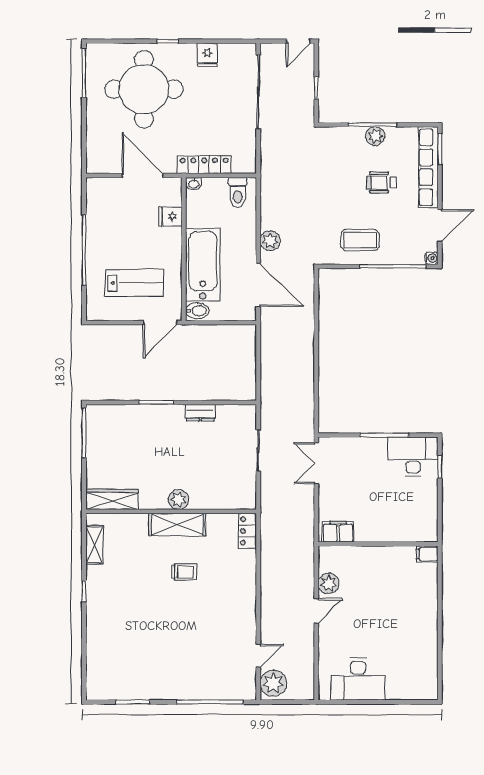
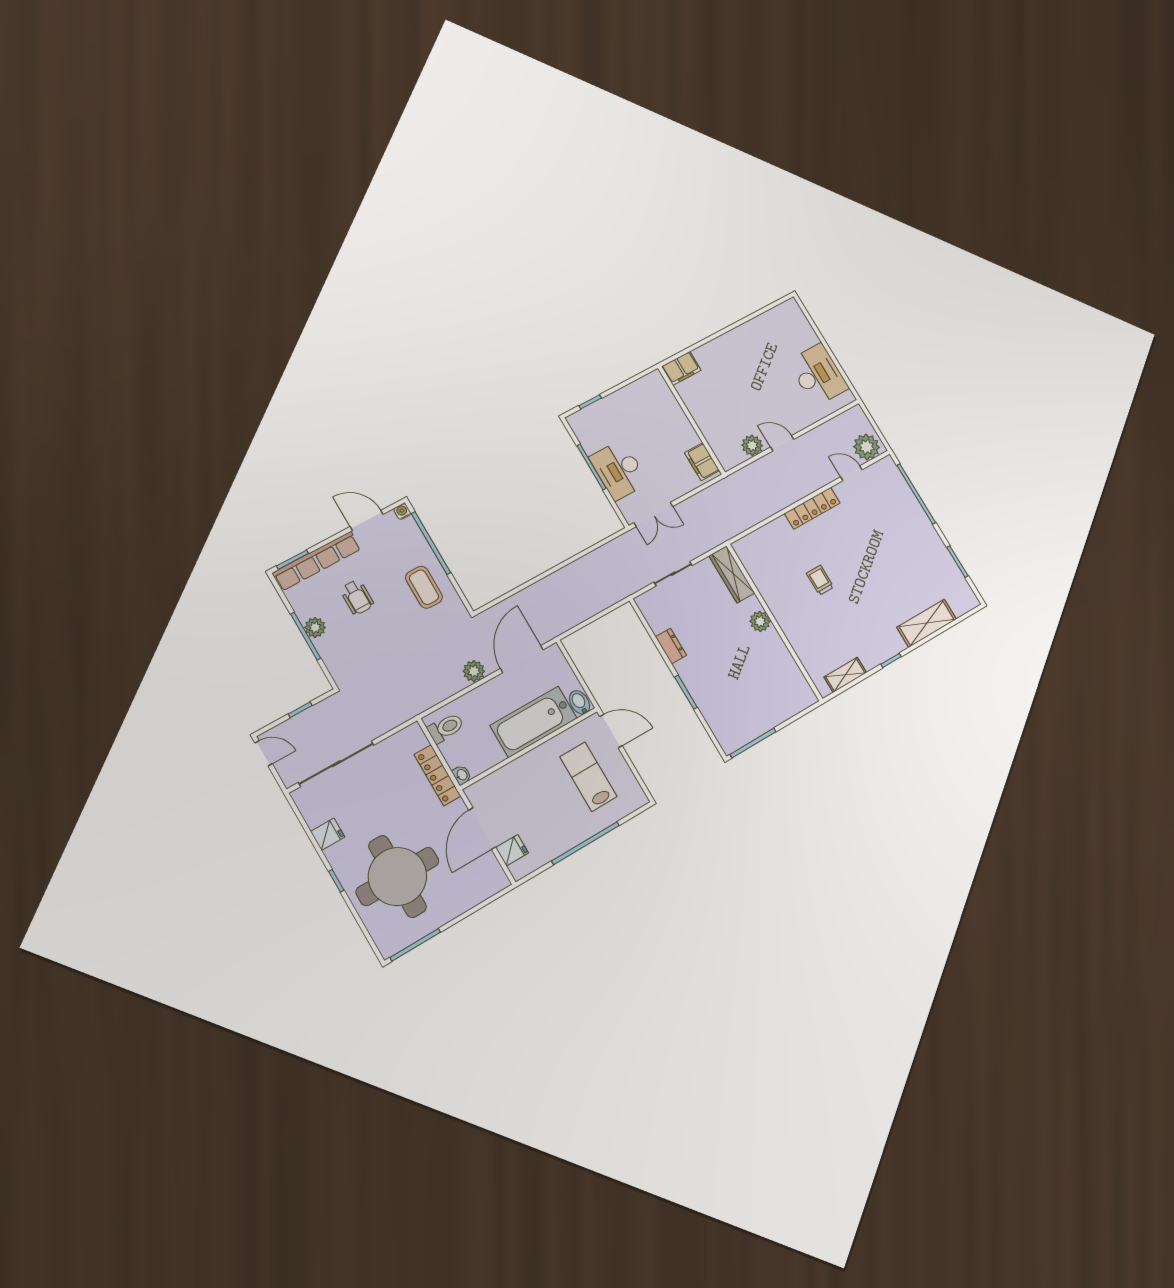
fridge: (170, 217) -> (512, 850), moved, turned -90
desk: (413, 457) -> (619, 470), moved
wardrobe: (112, 499) -> (732, 574), moved
shelving: (177, 524) -> (927, 623), moved, turned 90
locker: (247, 531) -> (812, 508), moved, width x1.53
filing cabinet: (427, 554) -> (681, 368), width x2.00

